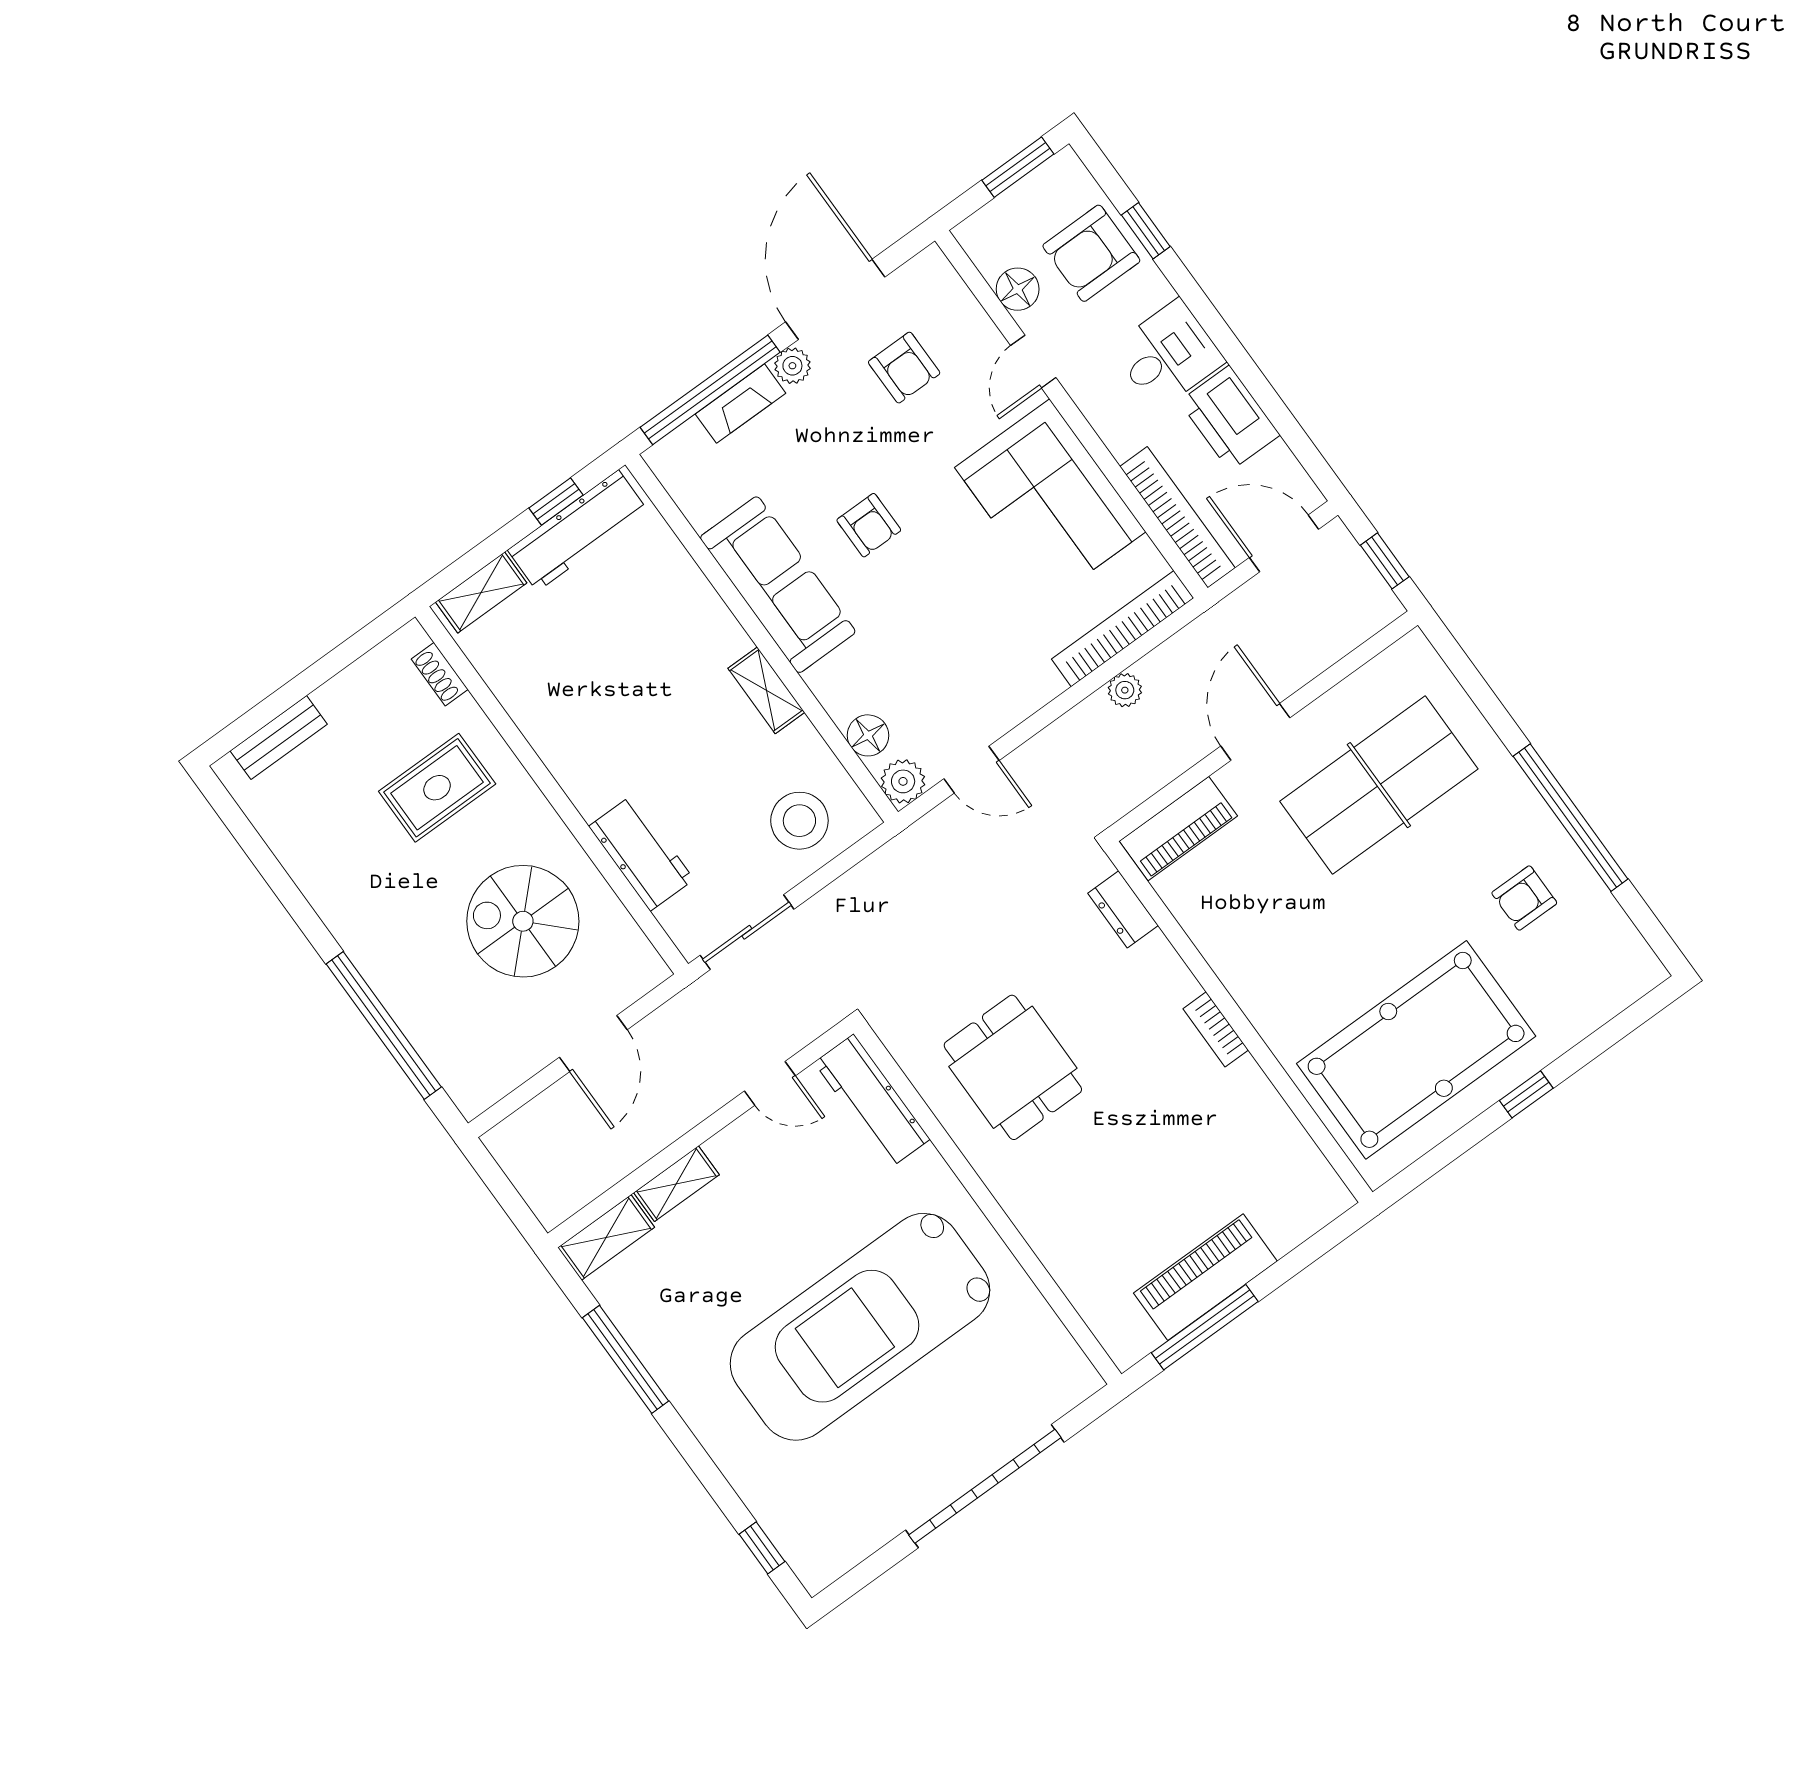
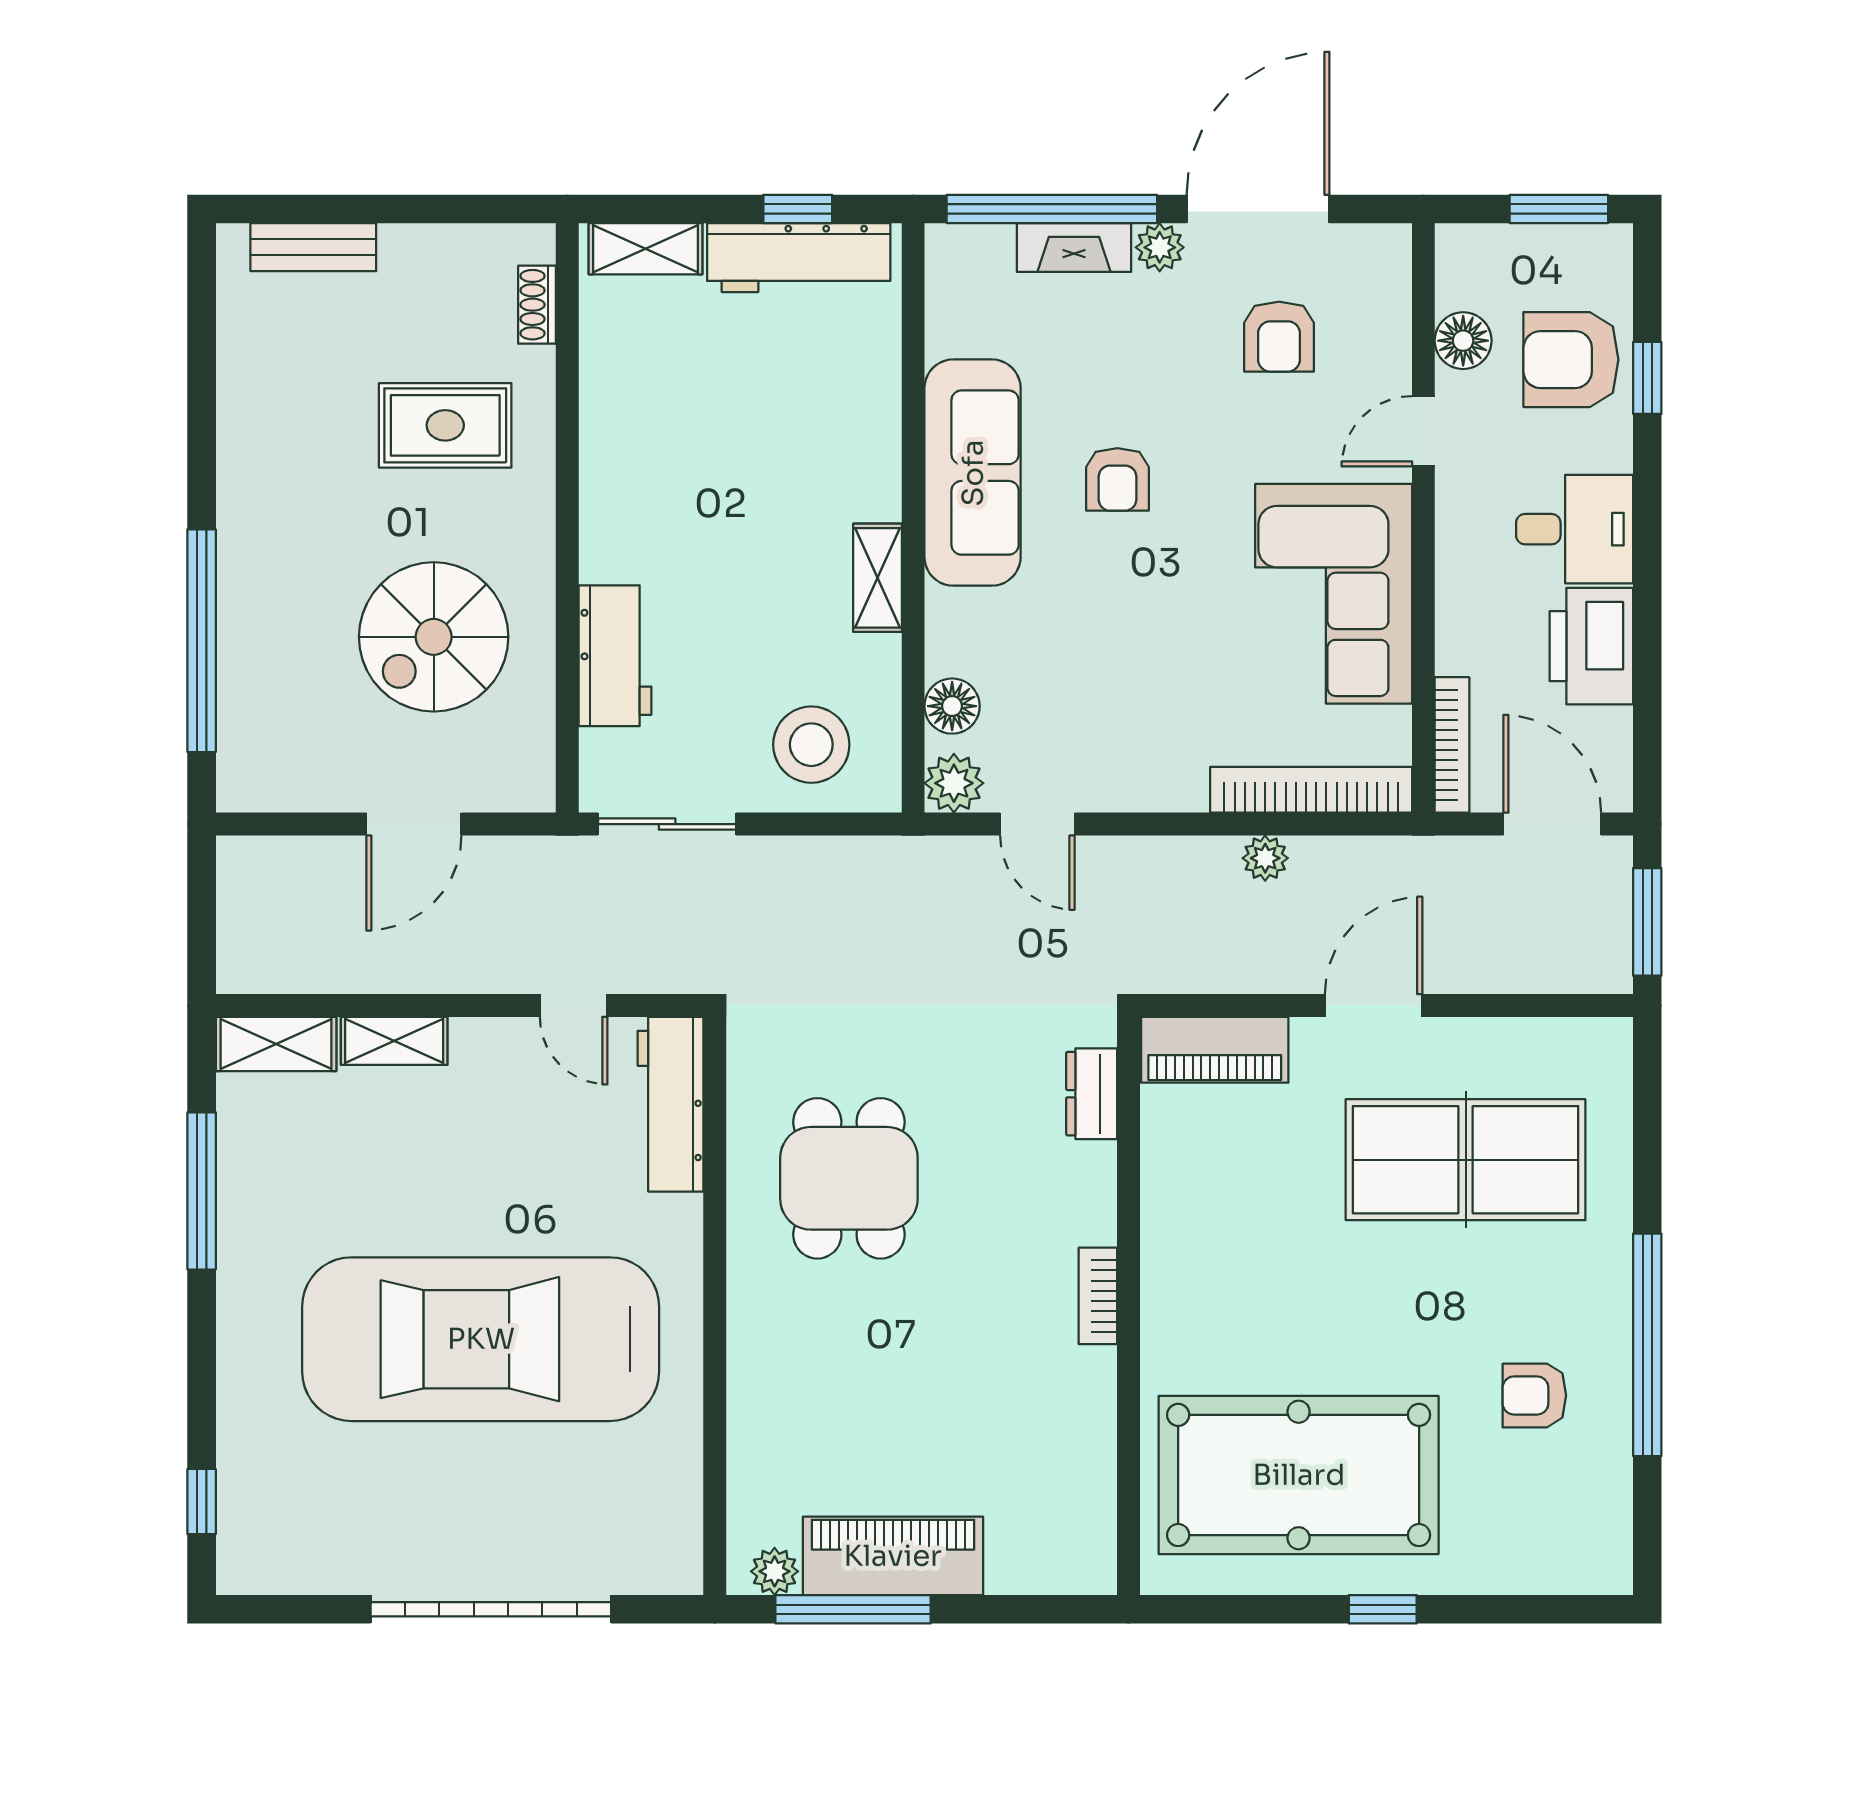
bookcase: (1177, 517) -> (1452, 745), width x0.68, depth x0.76
window: (1385, 561) -> (1647, 922), width x1.50
spiral stairs: (523, 921) -> (434, 637), turned -90
plant: (1140, 1339) -> (775, 1571), added

